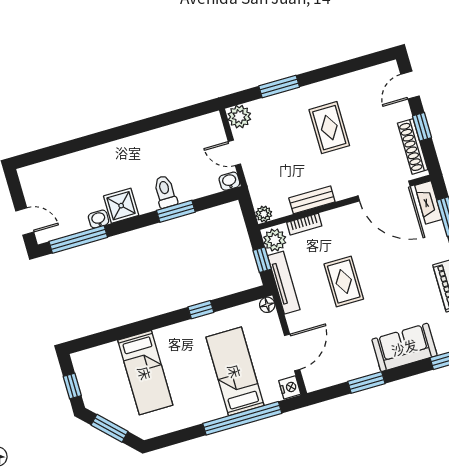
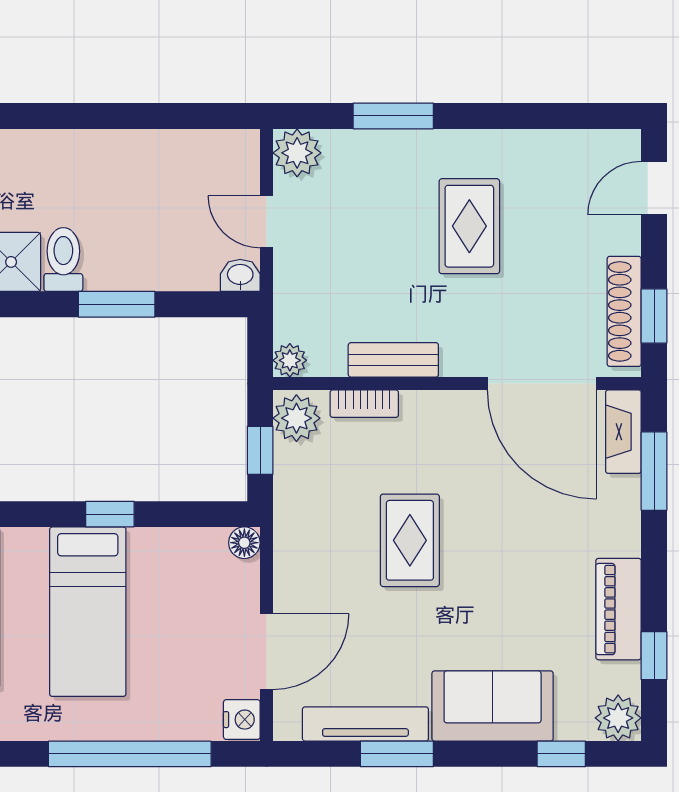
window: (422, 127) -> (654, 316), moved
toilet: (165, 192) -> (63, 260), moved
tv unit: (284, 283) -> (365, 724), moved, turned -90
bed: (235, 371) -> (88, 612), moved, turned 180

